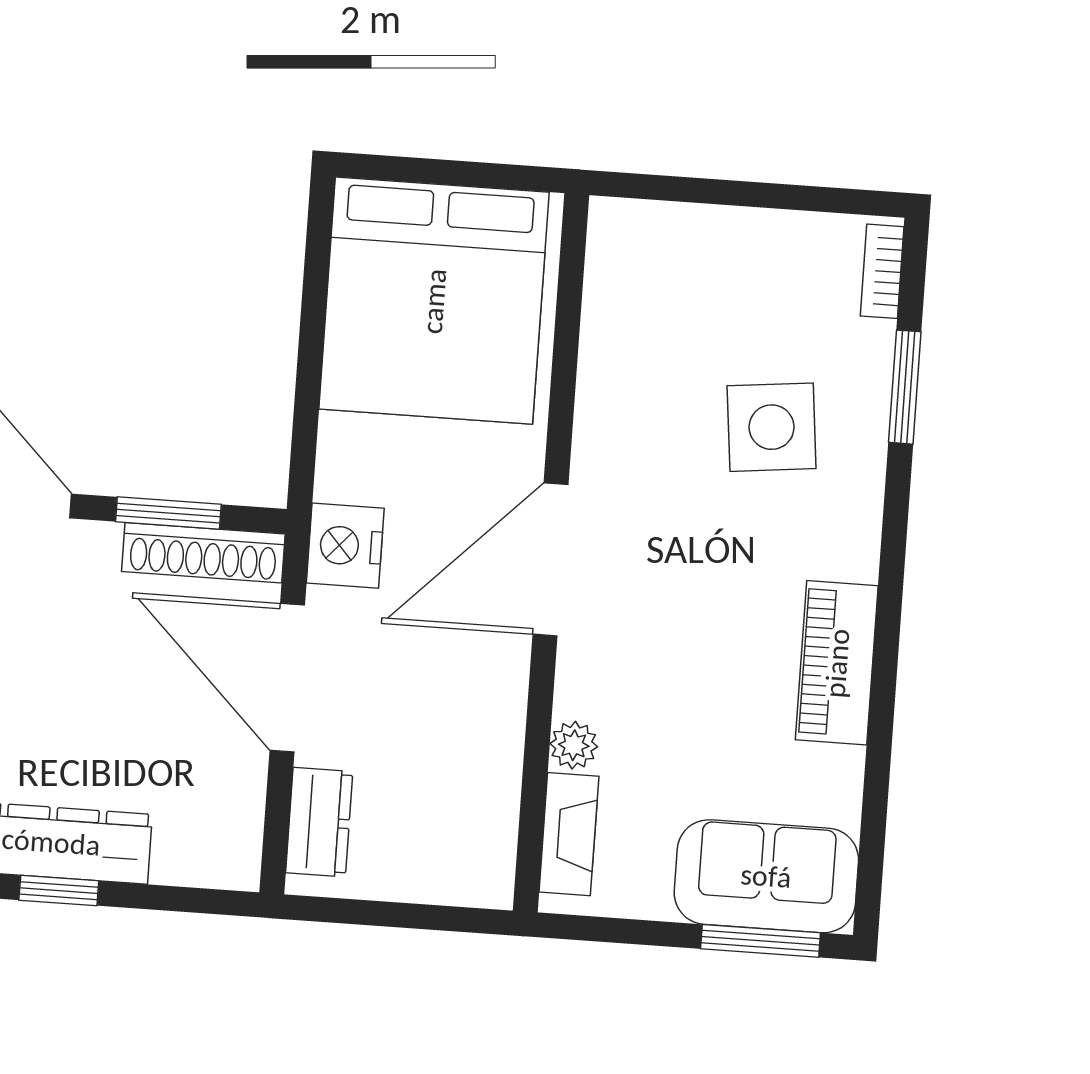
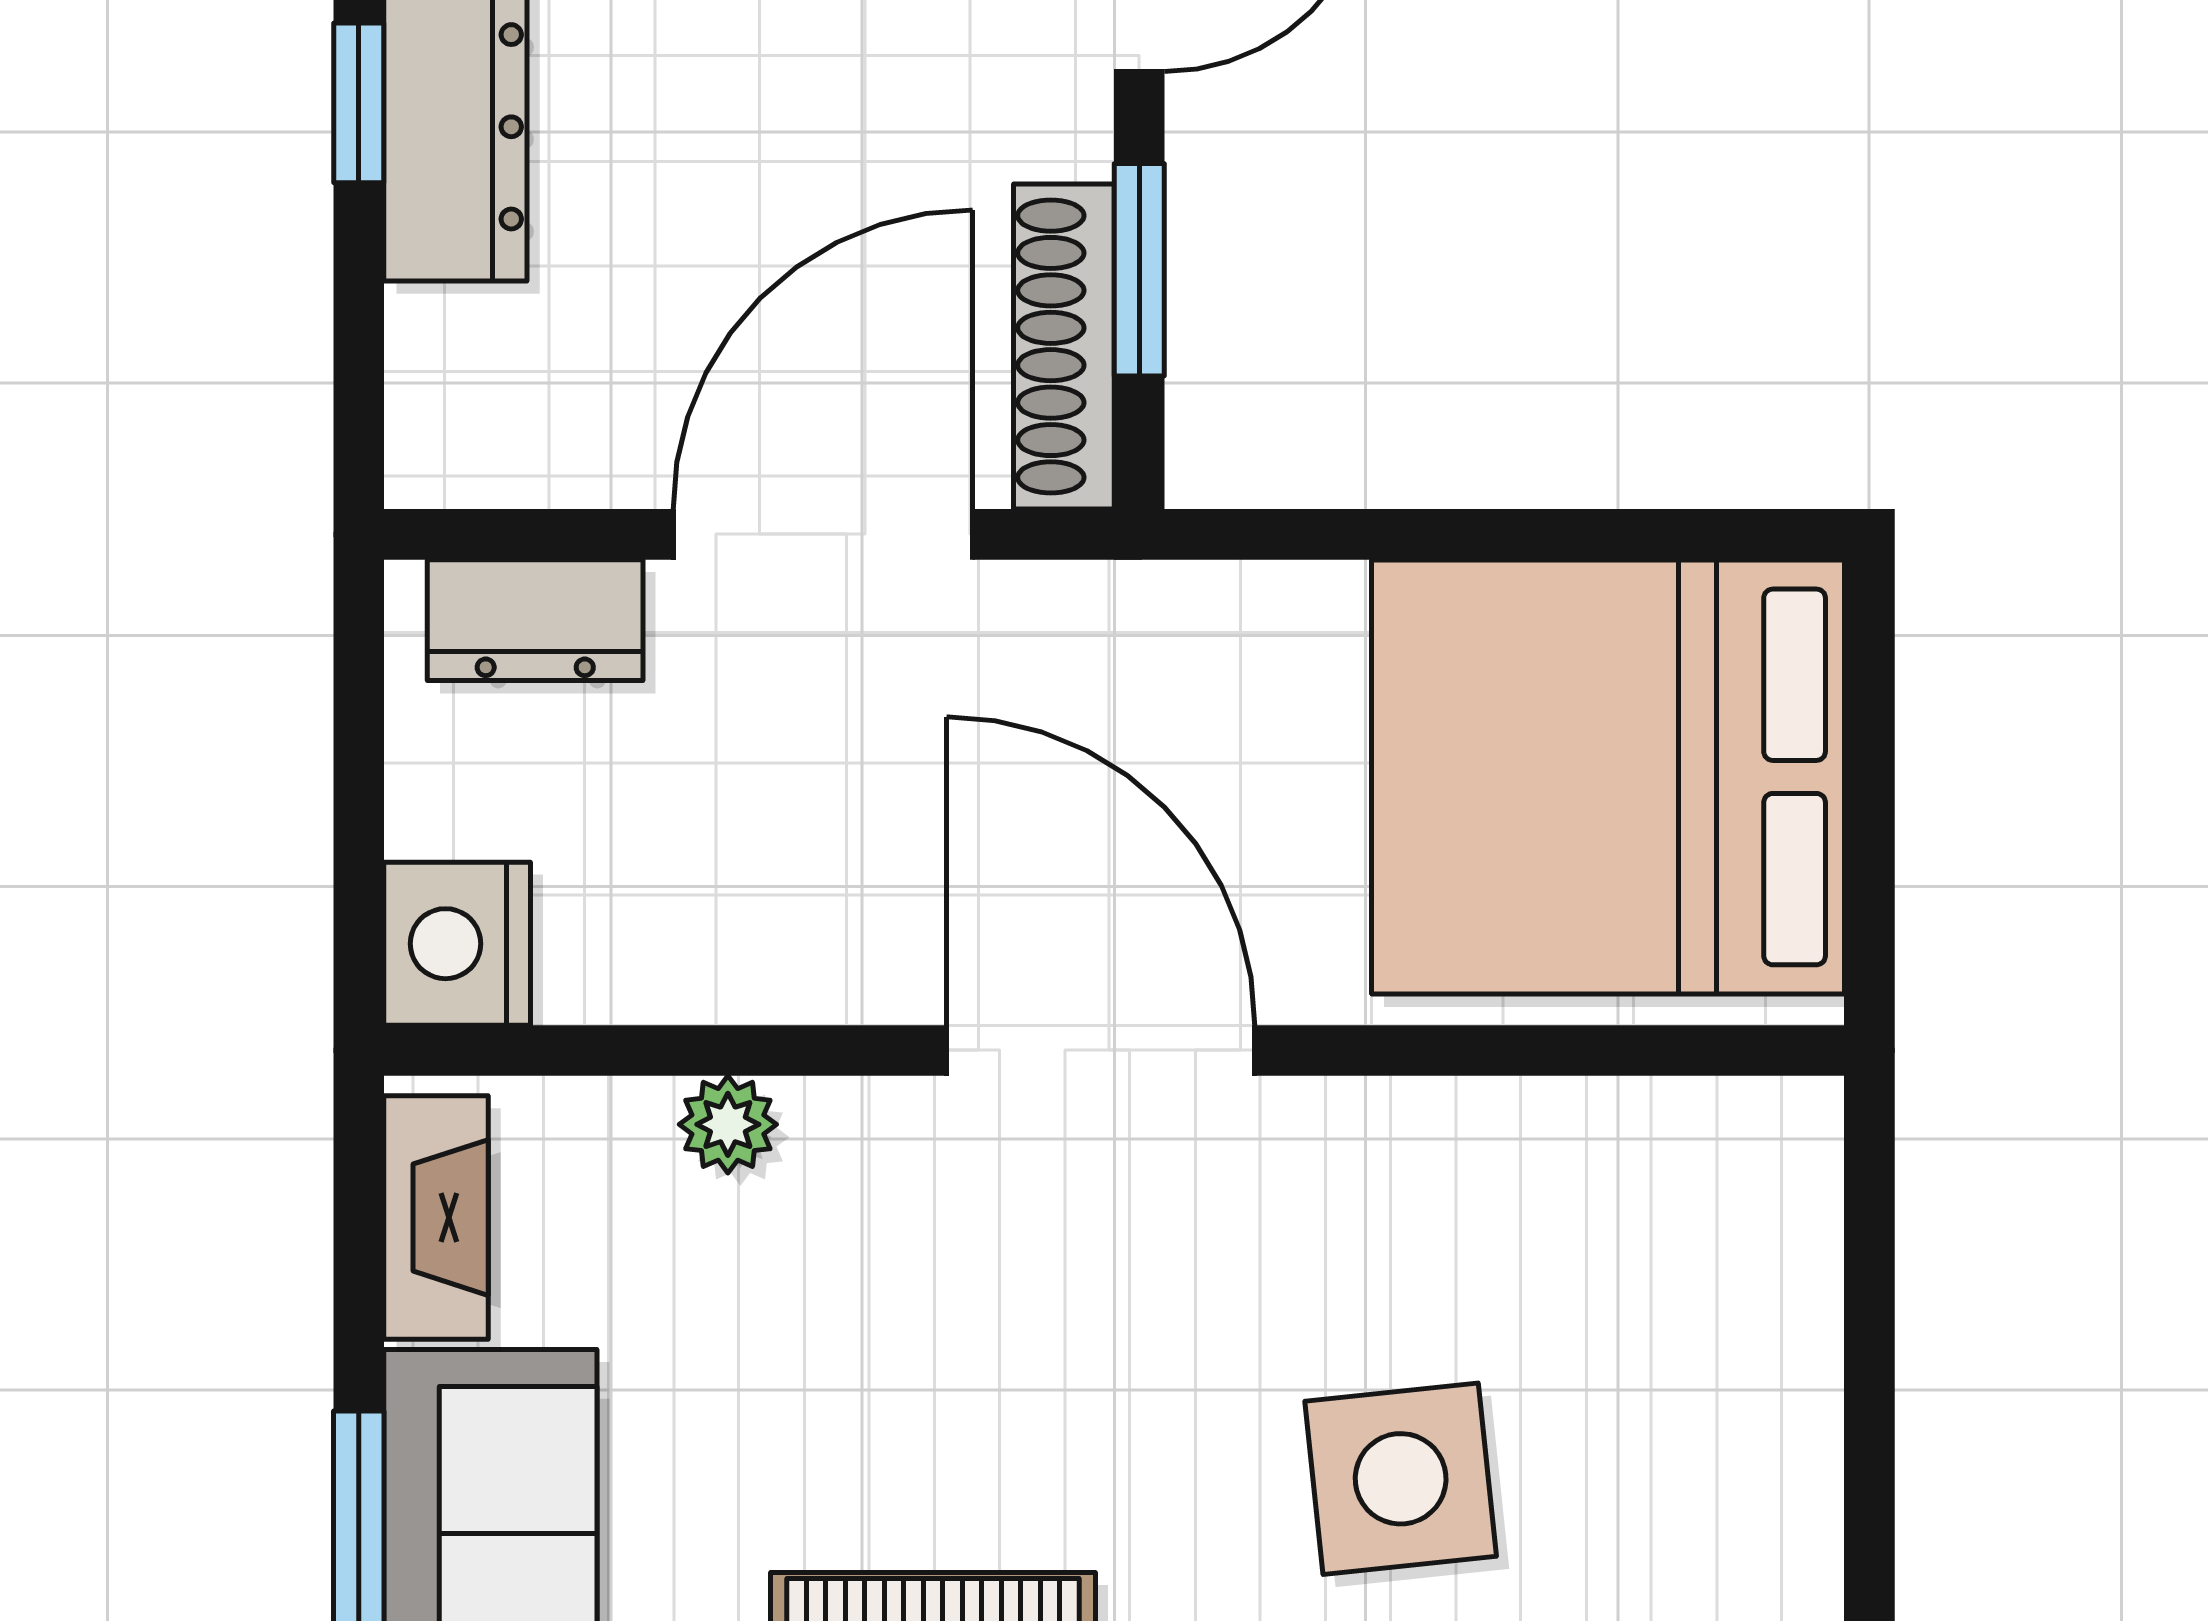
nightstand: (345, 546) -> (457, 944), moved, turned -90
fireplace: (569, 834) -> (436, 1218), moved, turned -90

